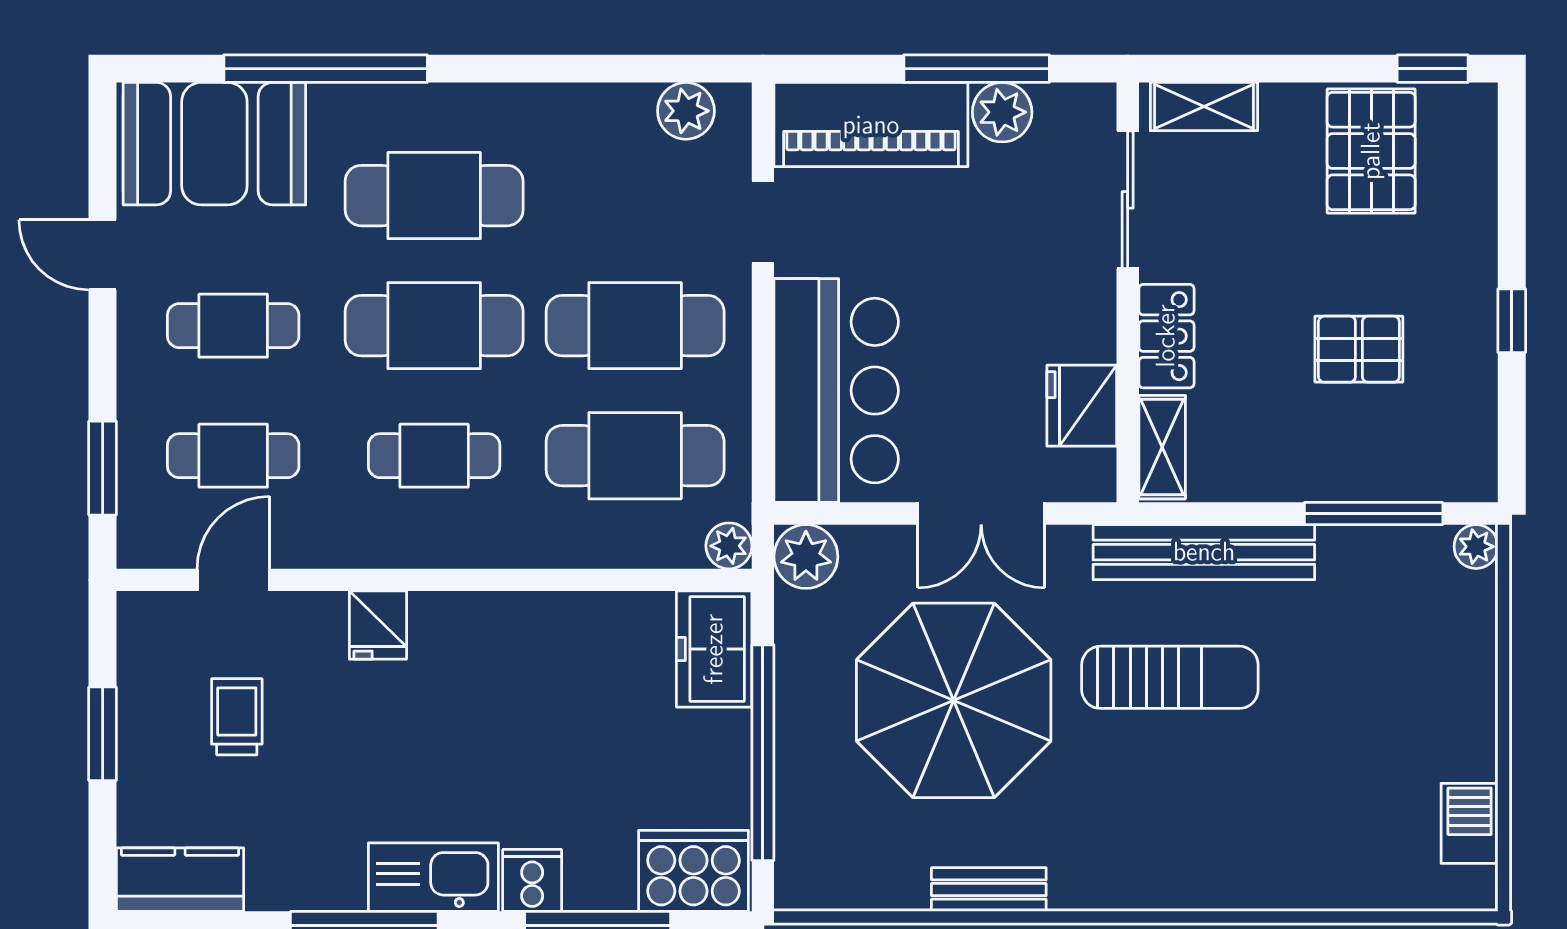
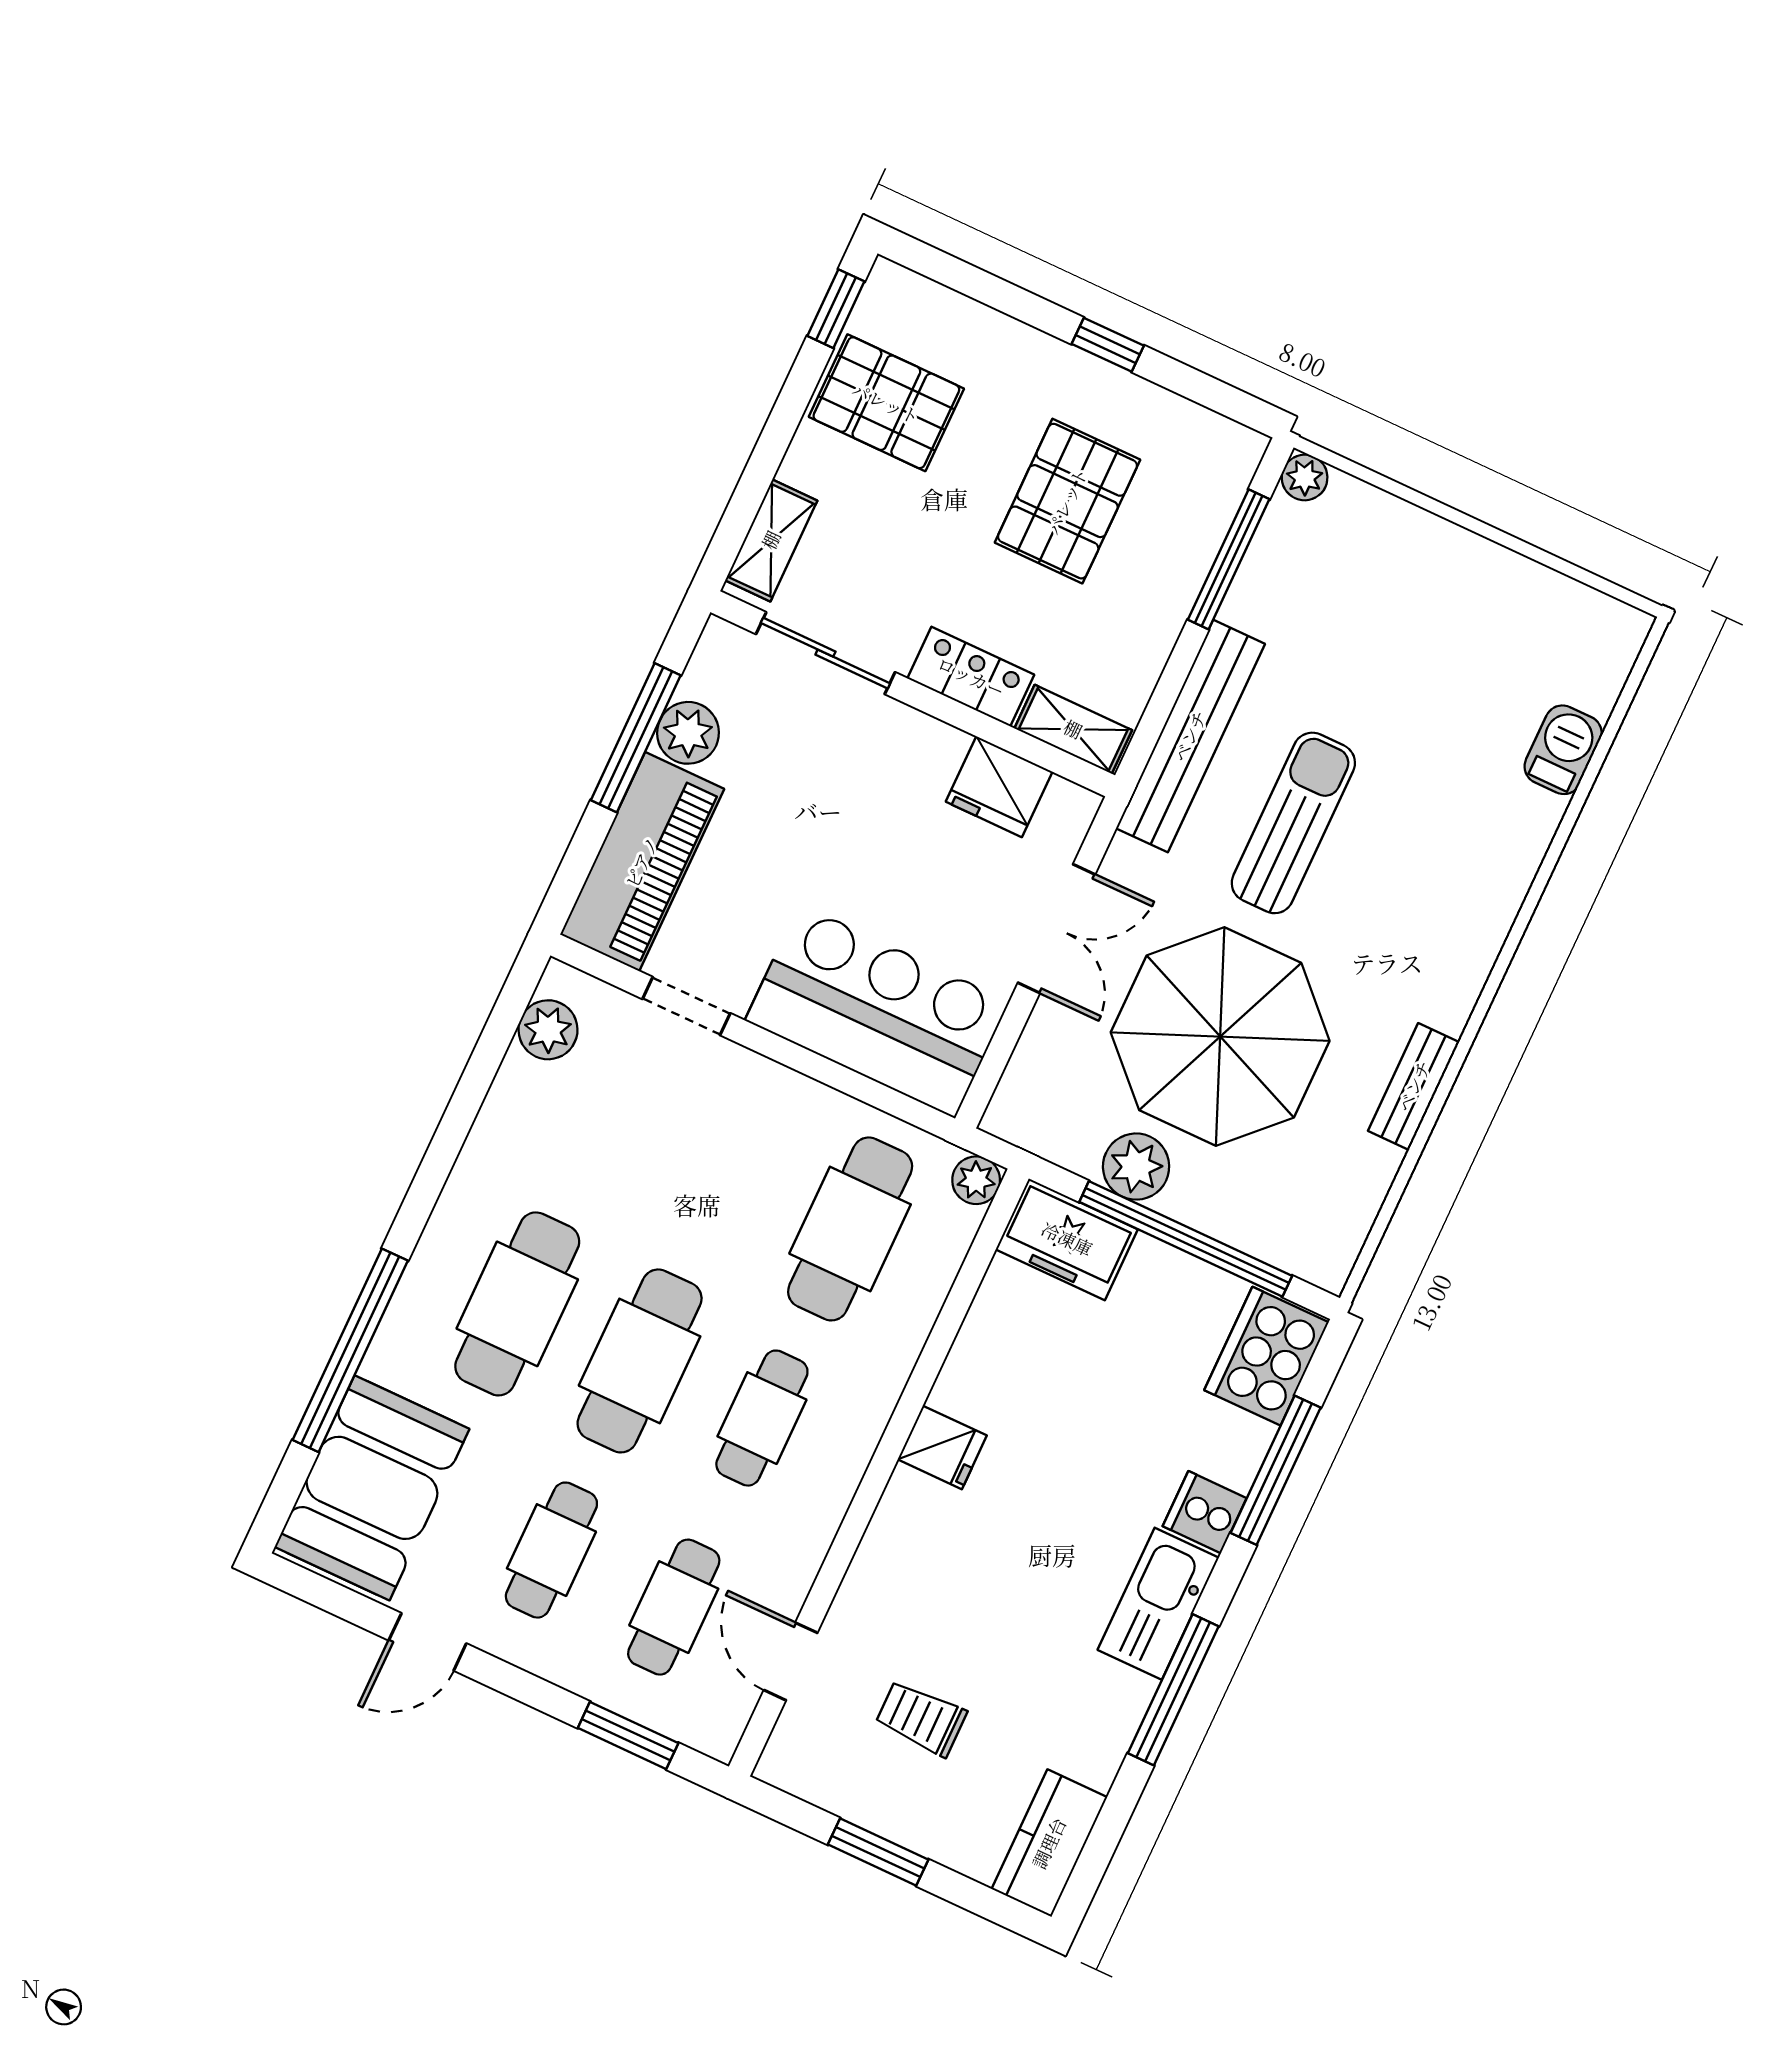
cafe table: (635, 326) -> (728, 1172), removed
pallet: (1359, 349) -> (1067, 501), width x1.50, depth x1.42
plant: (806, 557) -> (1136, 1167), moved
fridge: (378, 625) -> (942, 1447), moved
barbecue: (1470, 823) -> (1563, 750), moved, turned 90

